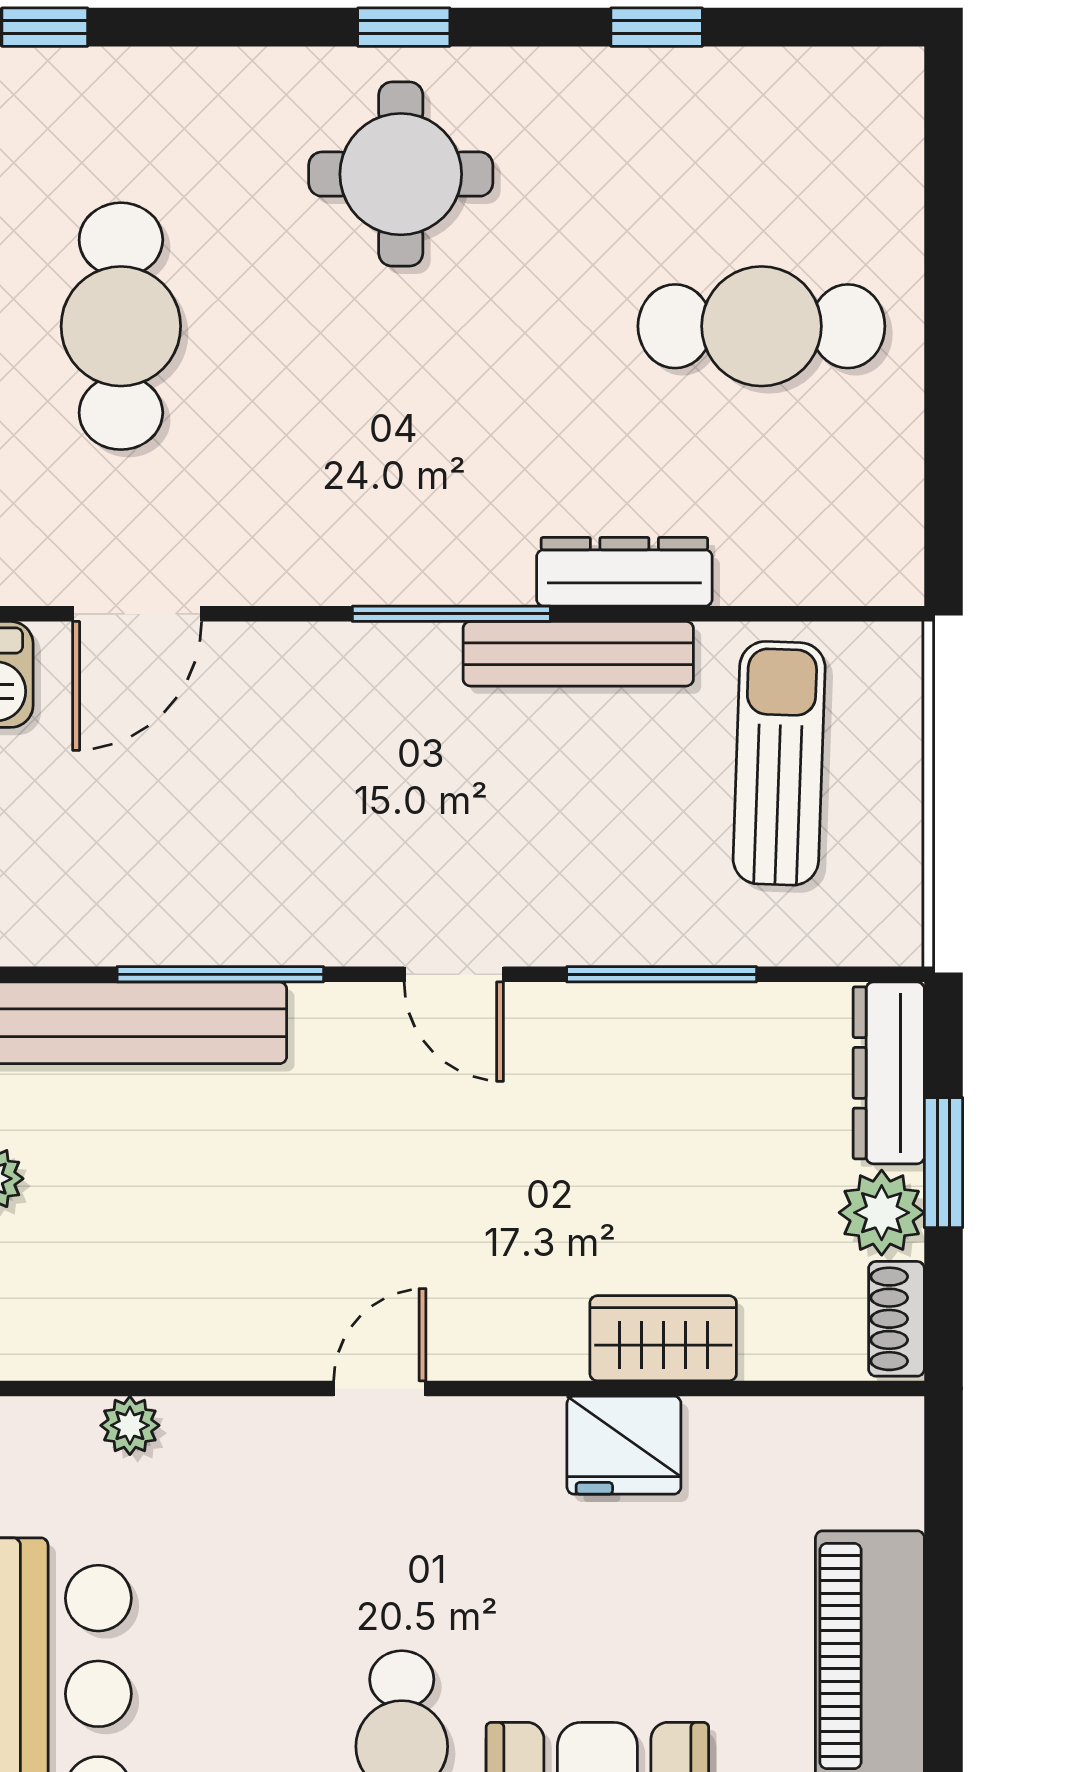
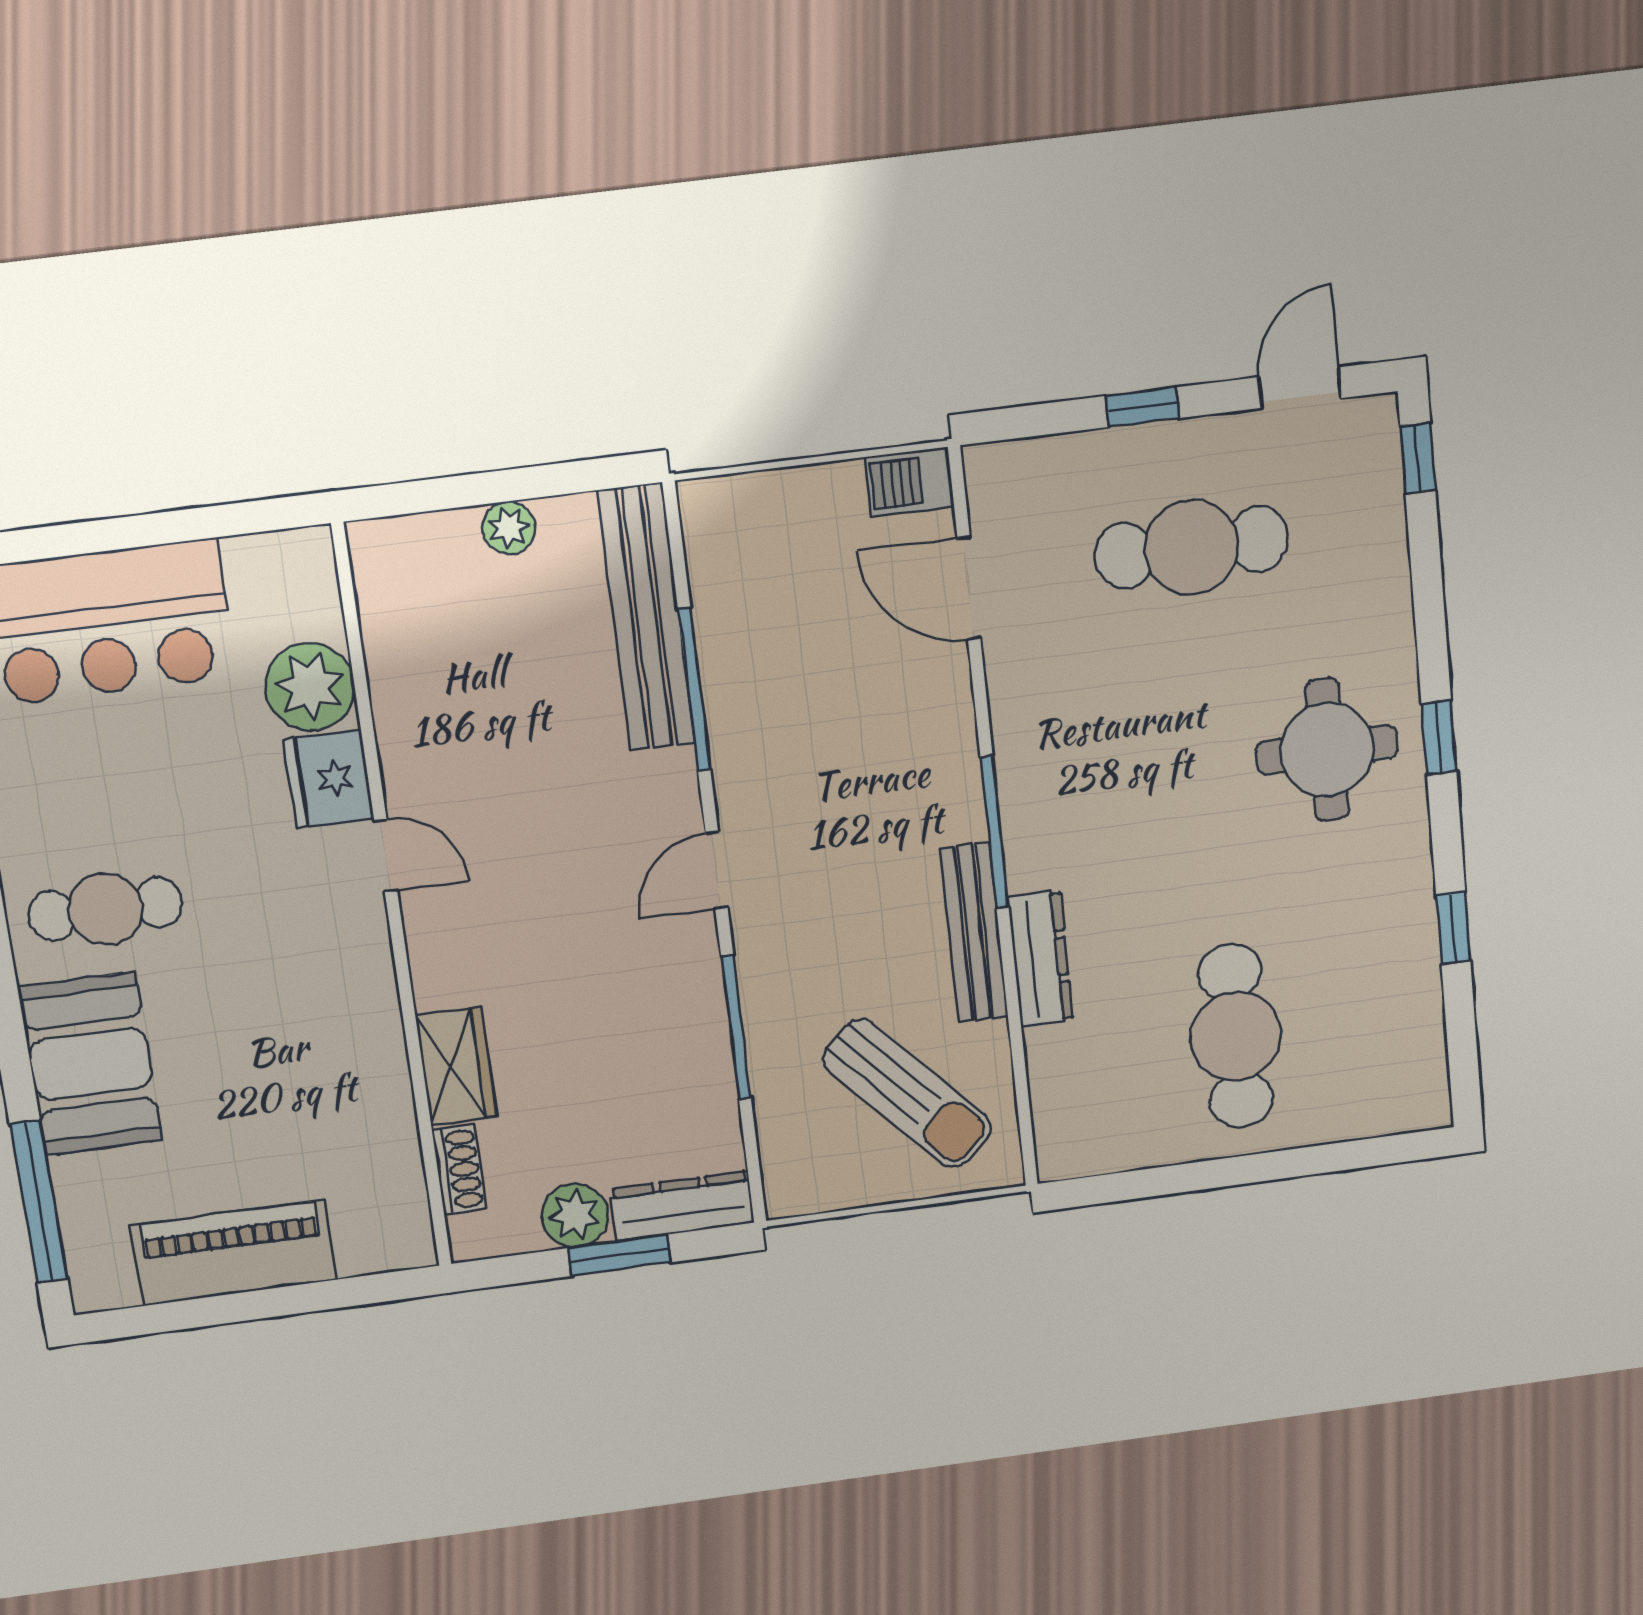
sun lounger: (779, 763) -> (907, 1093), turned 45
shoe rack: (896, 1319) -> (459, 1170), moved, turned 90
plant: (130, 1425) -> (310, 687), width x1.87, depth x1.87
fridge: (624, 1445) -> (329, 779), moved

